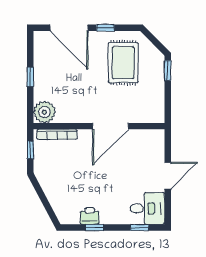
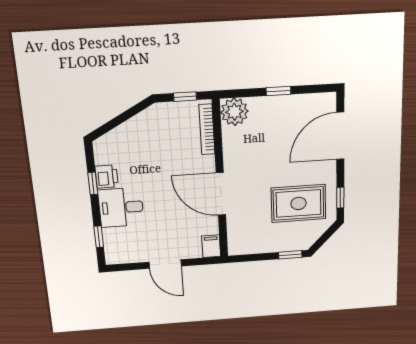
window: (105, 28) -> (340, 198), moved
filing cabinet: (155, 137) -> (211, 246), added
desk: (147, 209) -> (121, 207), moved, turned 90

